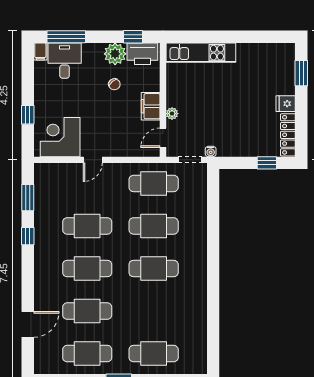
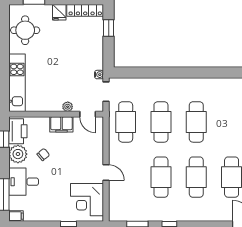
desk: (65, 61) -> (24, 182), moved
round table: (264, 62) -> (25, 30), added

